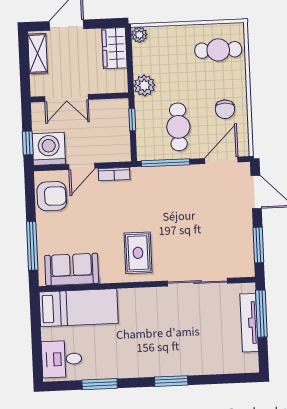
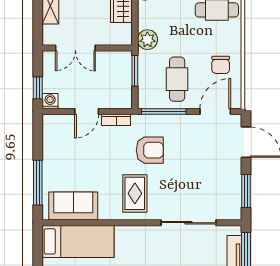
window: (132, 120) -> (135, 71), width x1.50
washing machine: (49, 149) -> (50, 101), width x0.53, depth x0.53
armchair: (52, 196) -> (150, 150), moved

